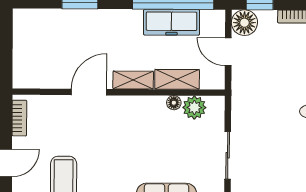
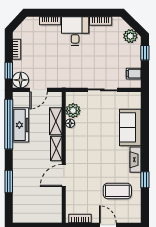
door: (89, 92) -> (64, 176), hinge flipped

